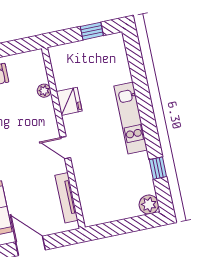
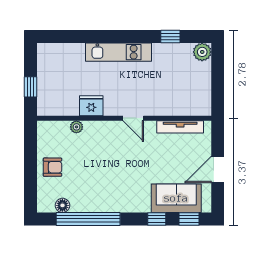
window: (92, 31) -> (30, 87), moved
door: (65, 148) -> (133, 118), hinge flipped

